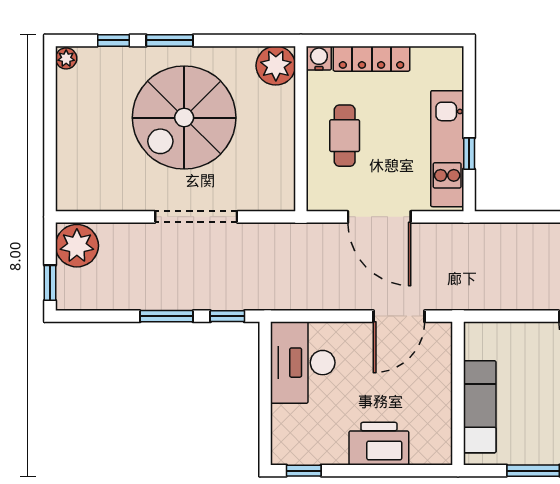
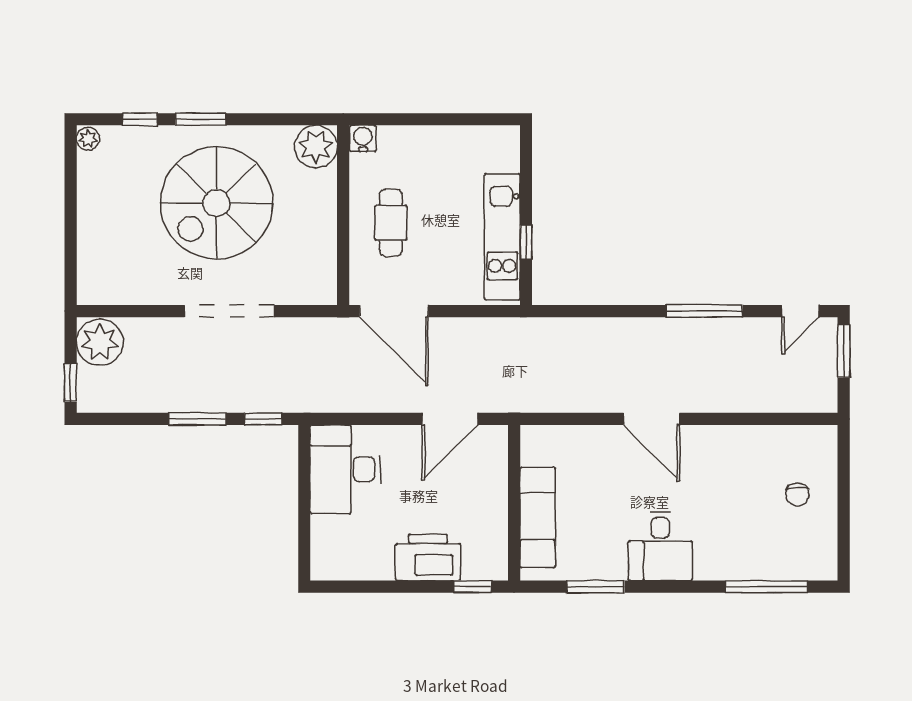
locker: (372, 59) -> (420, 139), removed
door: (379, 217) -> (394, 311), moved
window: (304, 471) -> (473, 587), moved

